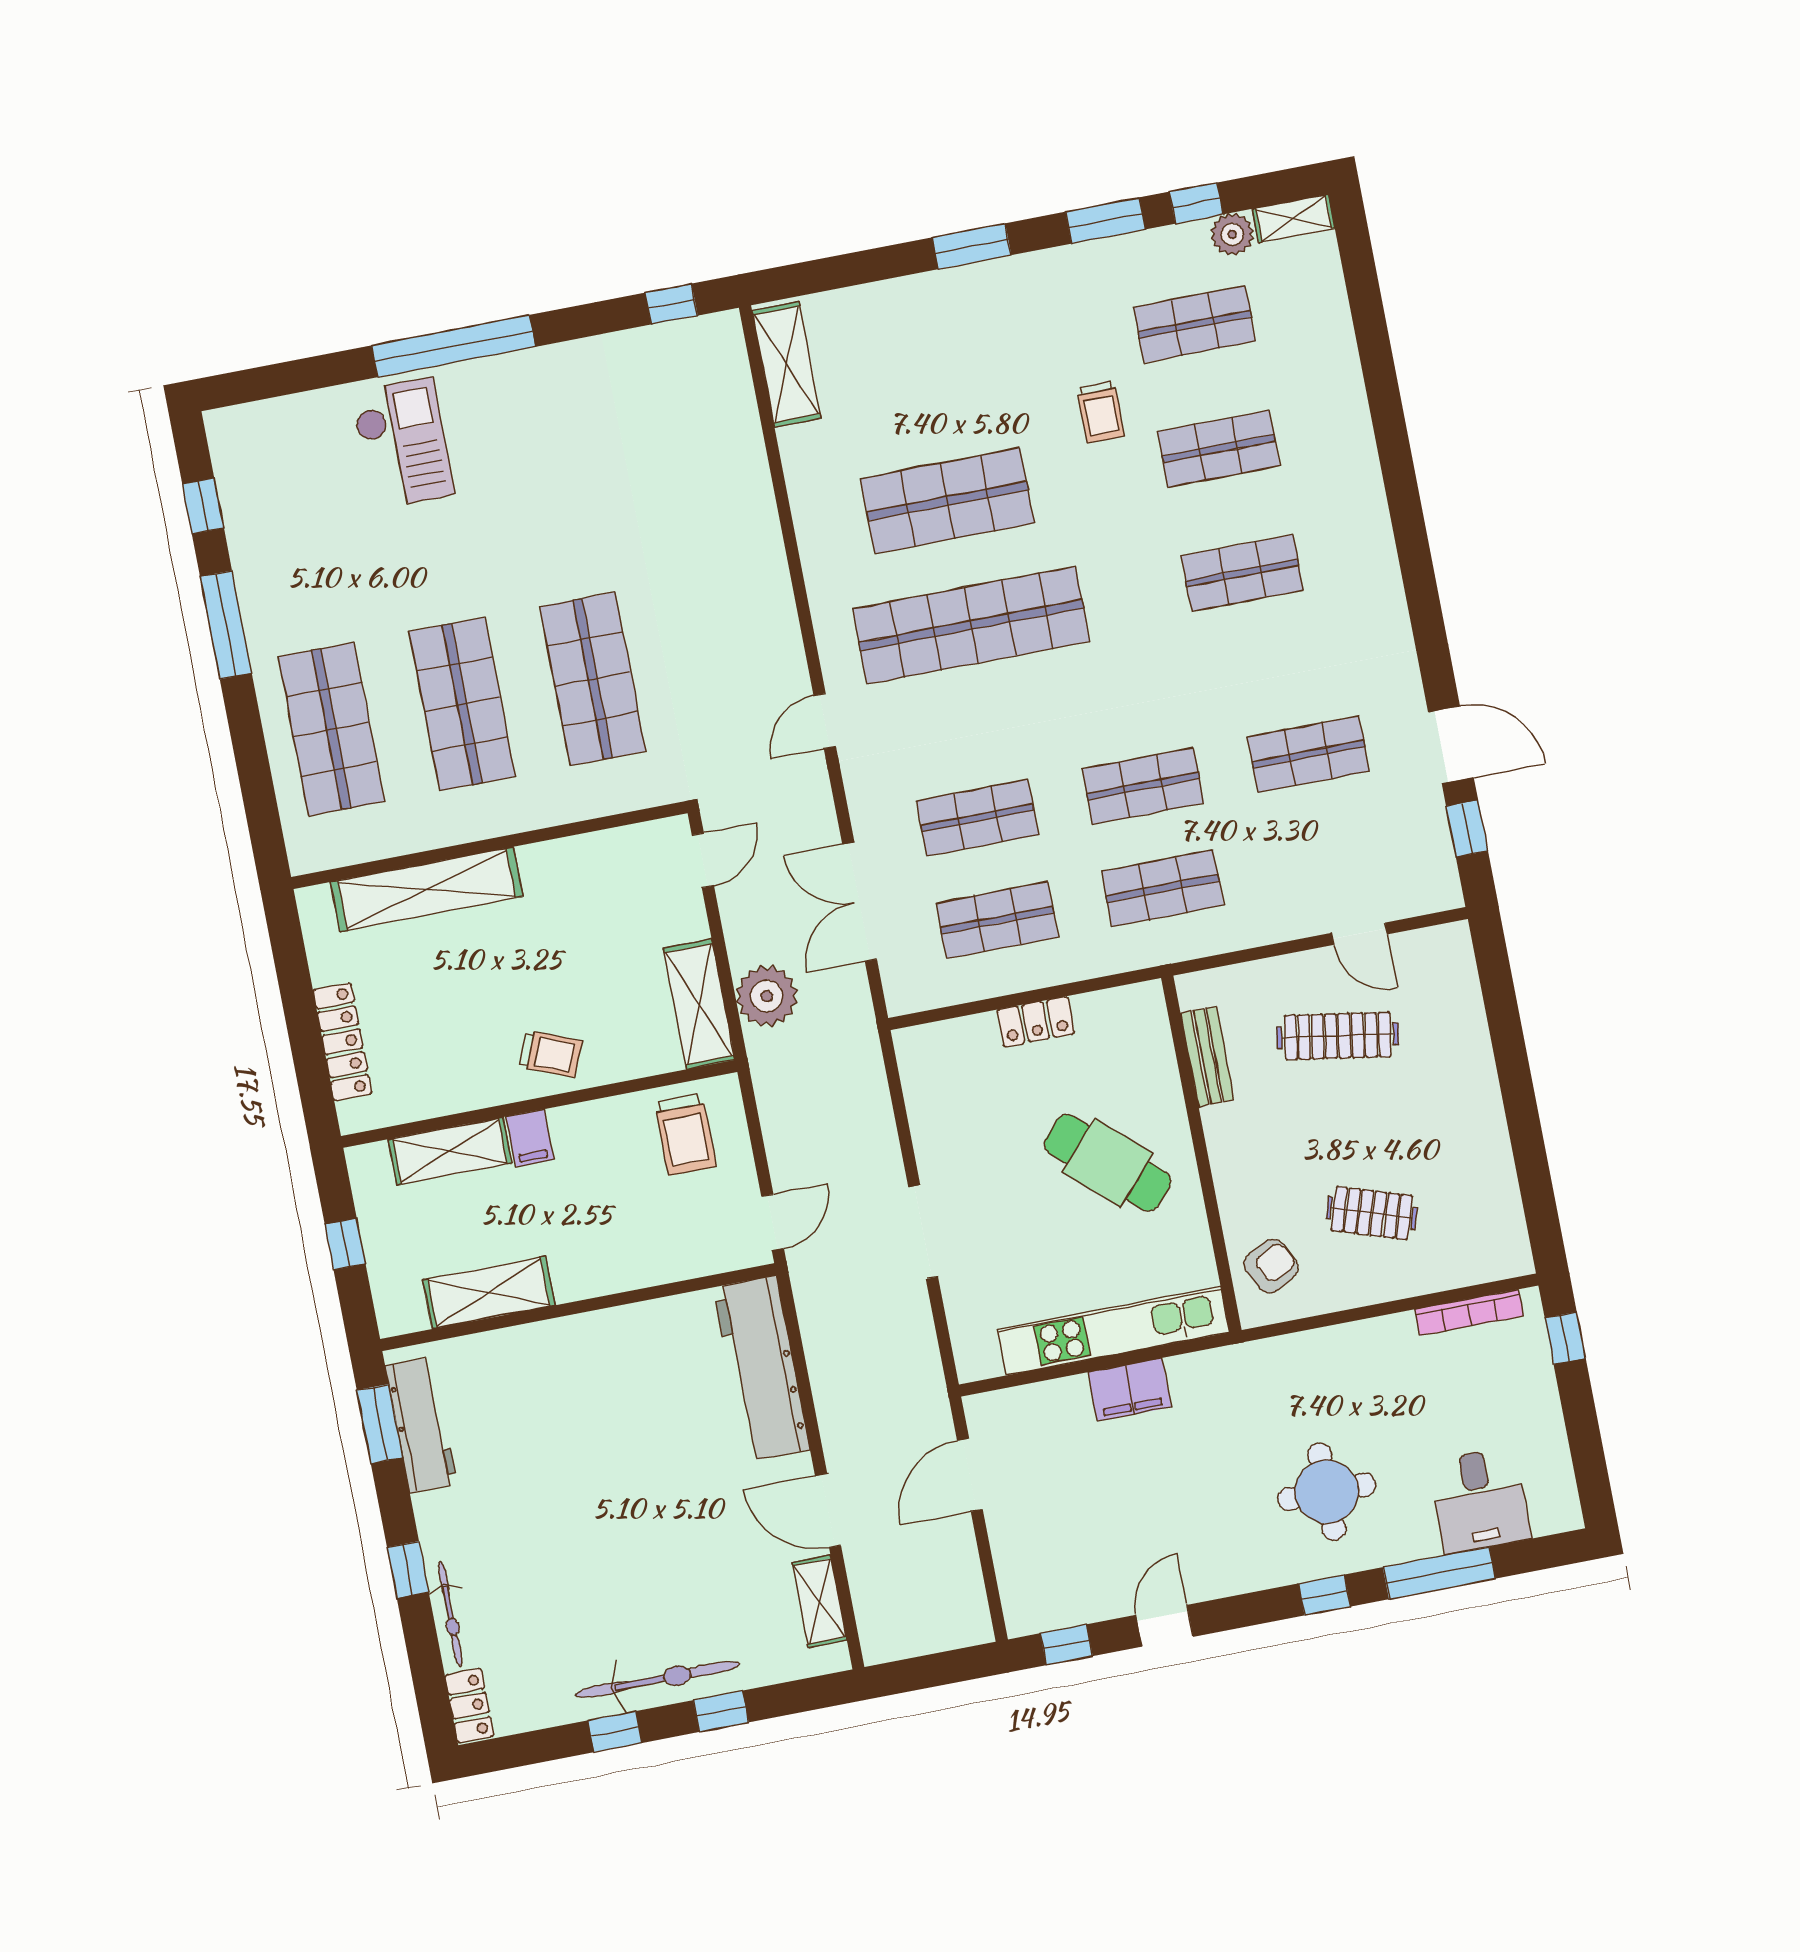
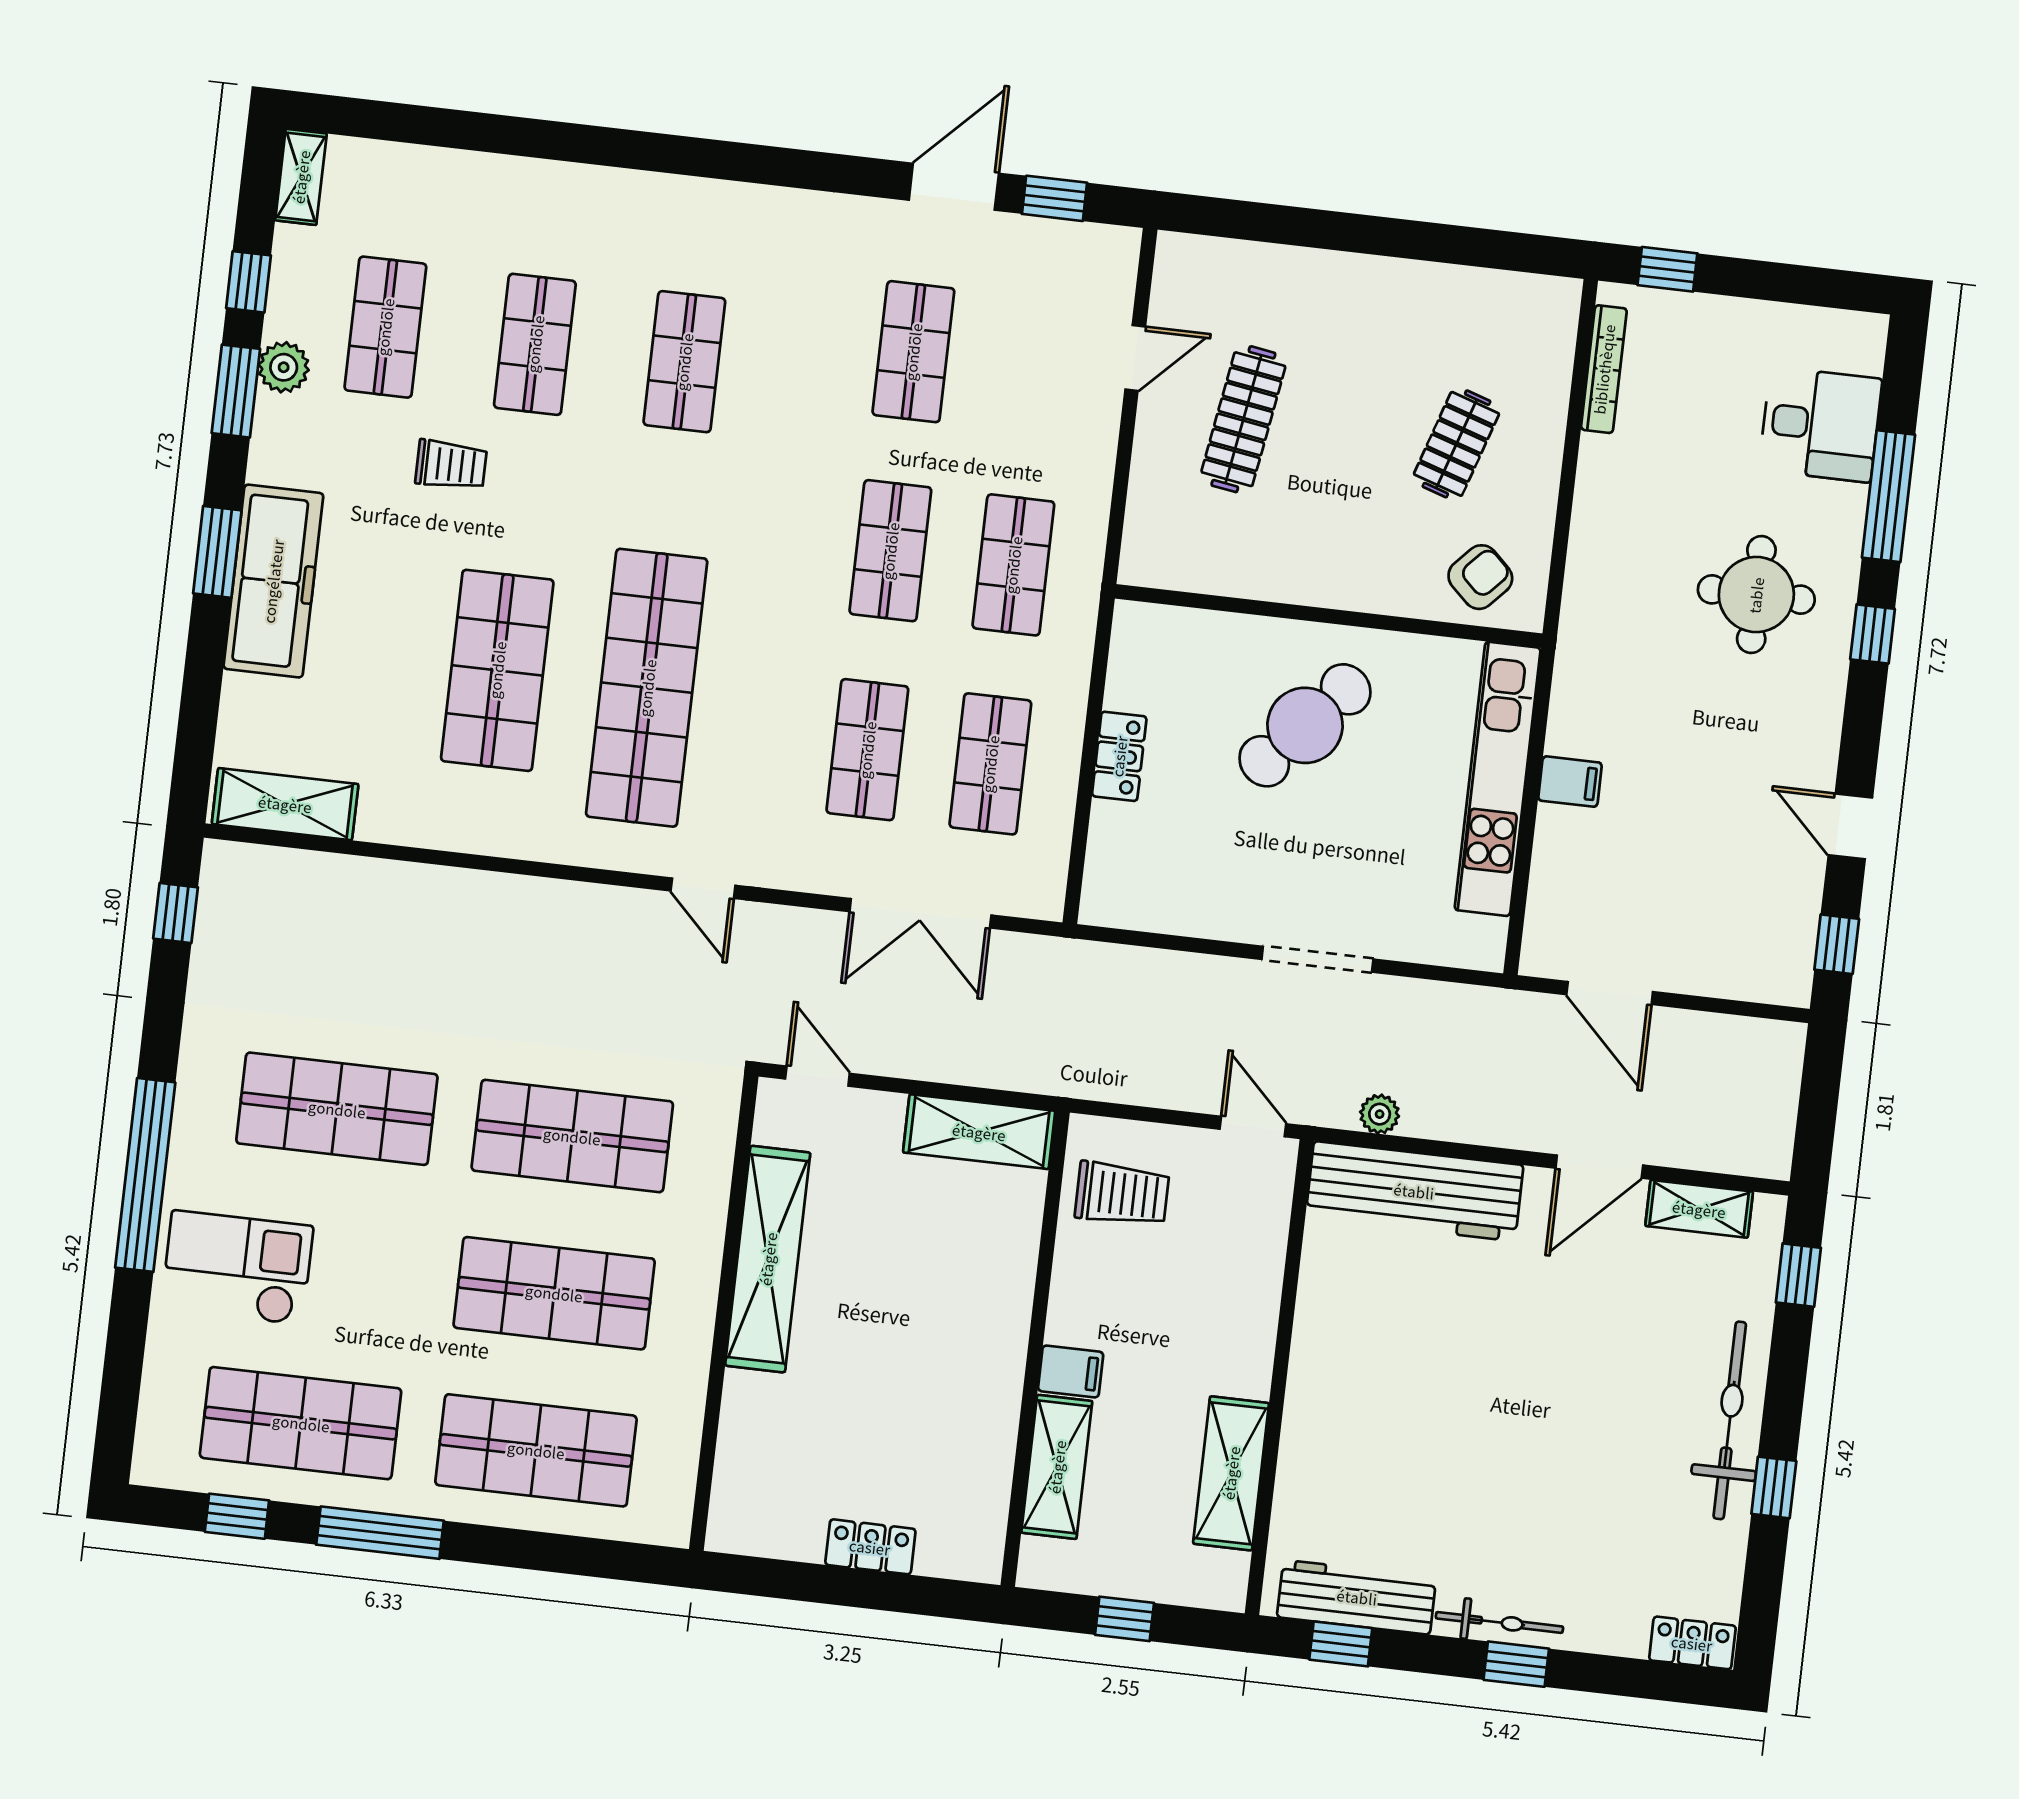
plant: (1232, 234) -> (284, 367), moved
freezer: (962, 299) -> (273, 581), added
shop shelf: (555, 483) -> (337, 1109), added
shop shelf: (294, 533) -> (301, 1423), added
shelving: (427, 889) -> (768, 1259), moved
plant: (767, 996) -> (1380, 1114), moved, width x0.53, depth x0.53
locker: (342, 1042) -> (870, 1547), width x0.66
trolley: (551, 1054) -> (983, 1318), removed
bench: (1207, 1056) -> (1220, 574), removed
armchair: (1271, 1266) -> (1480, 577), turned 70
filing cabinet: (1130, 1390) -> (1570, 782), width x0.50
window: (380, 1424) -> (1341, 1644), width x0.67
bicycle: (450, 1614) -> (1499, 1622), moved
window: (721, 1711) -> (1798, 1275), moved

